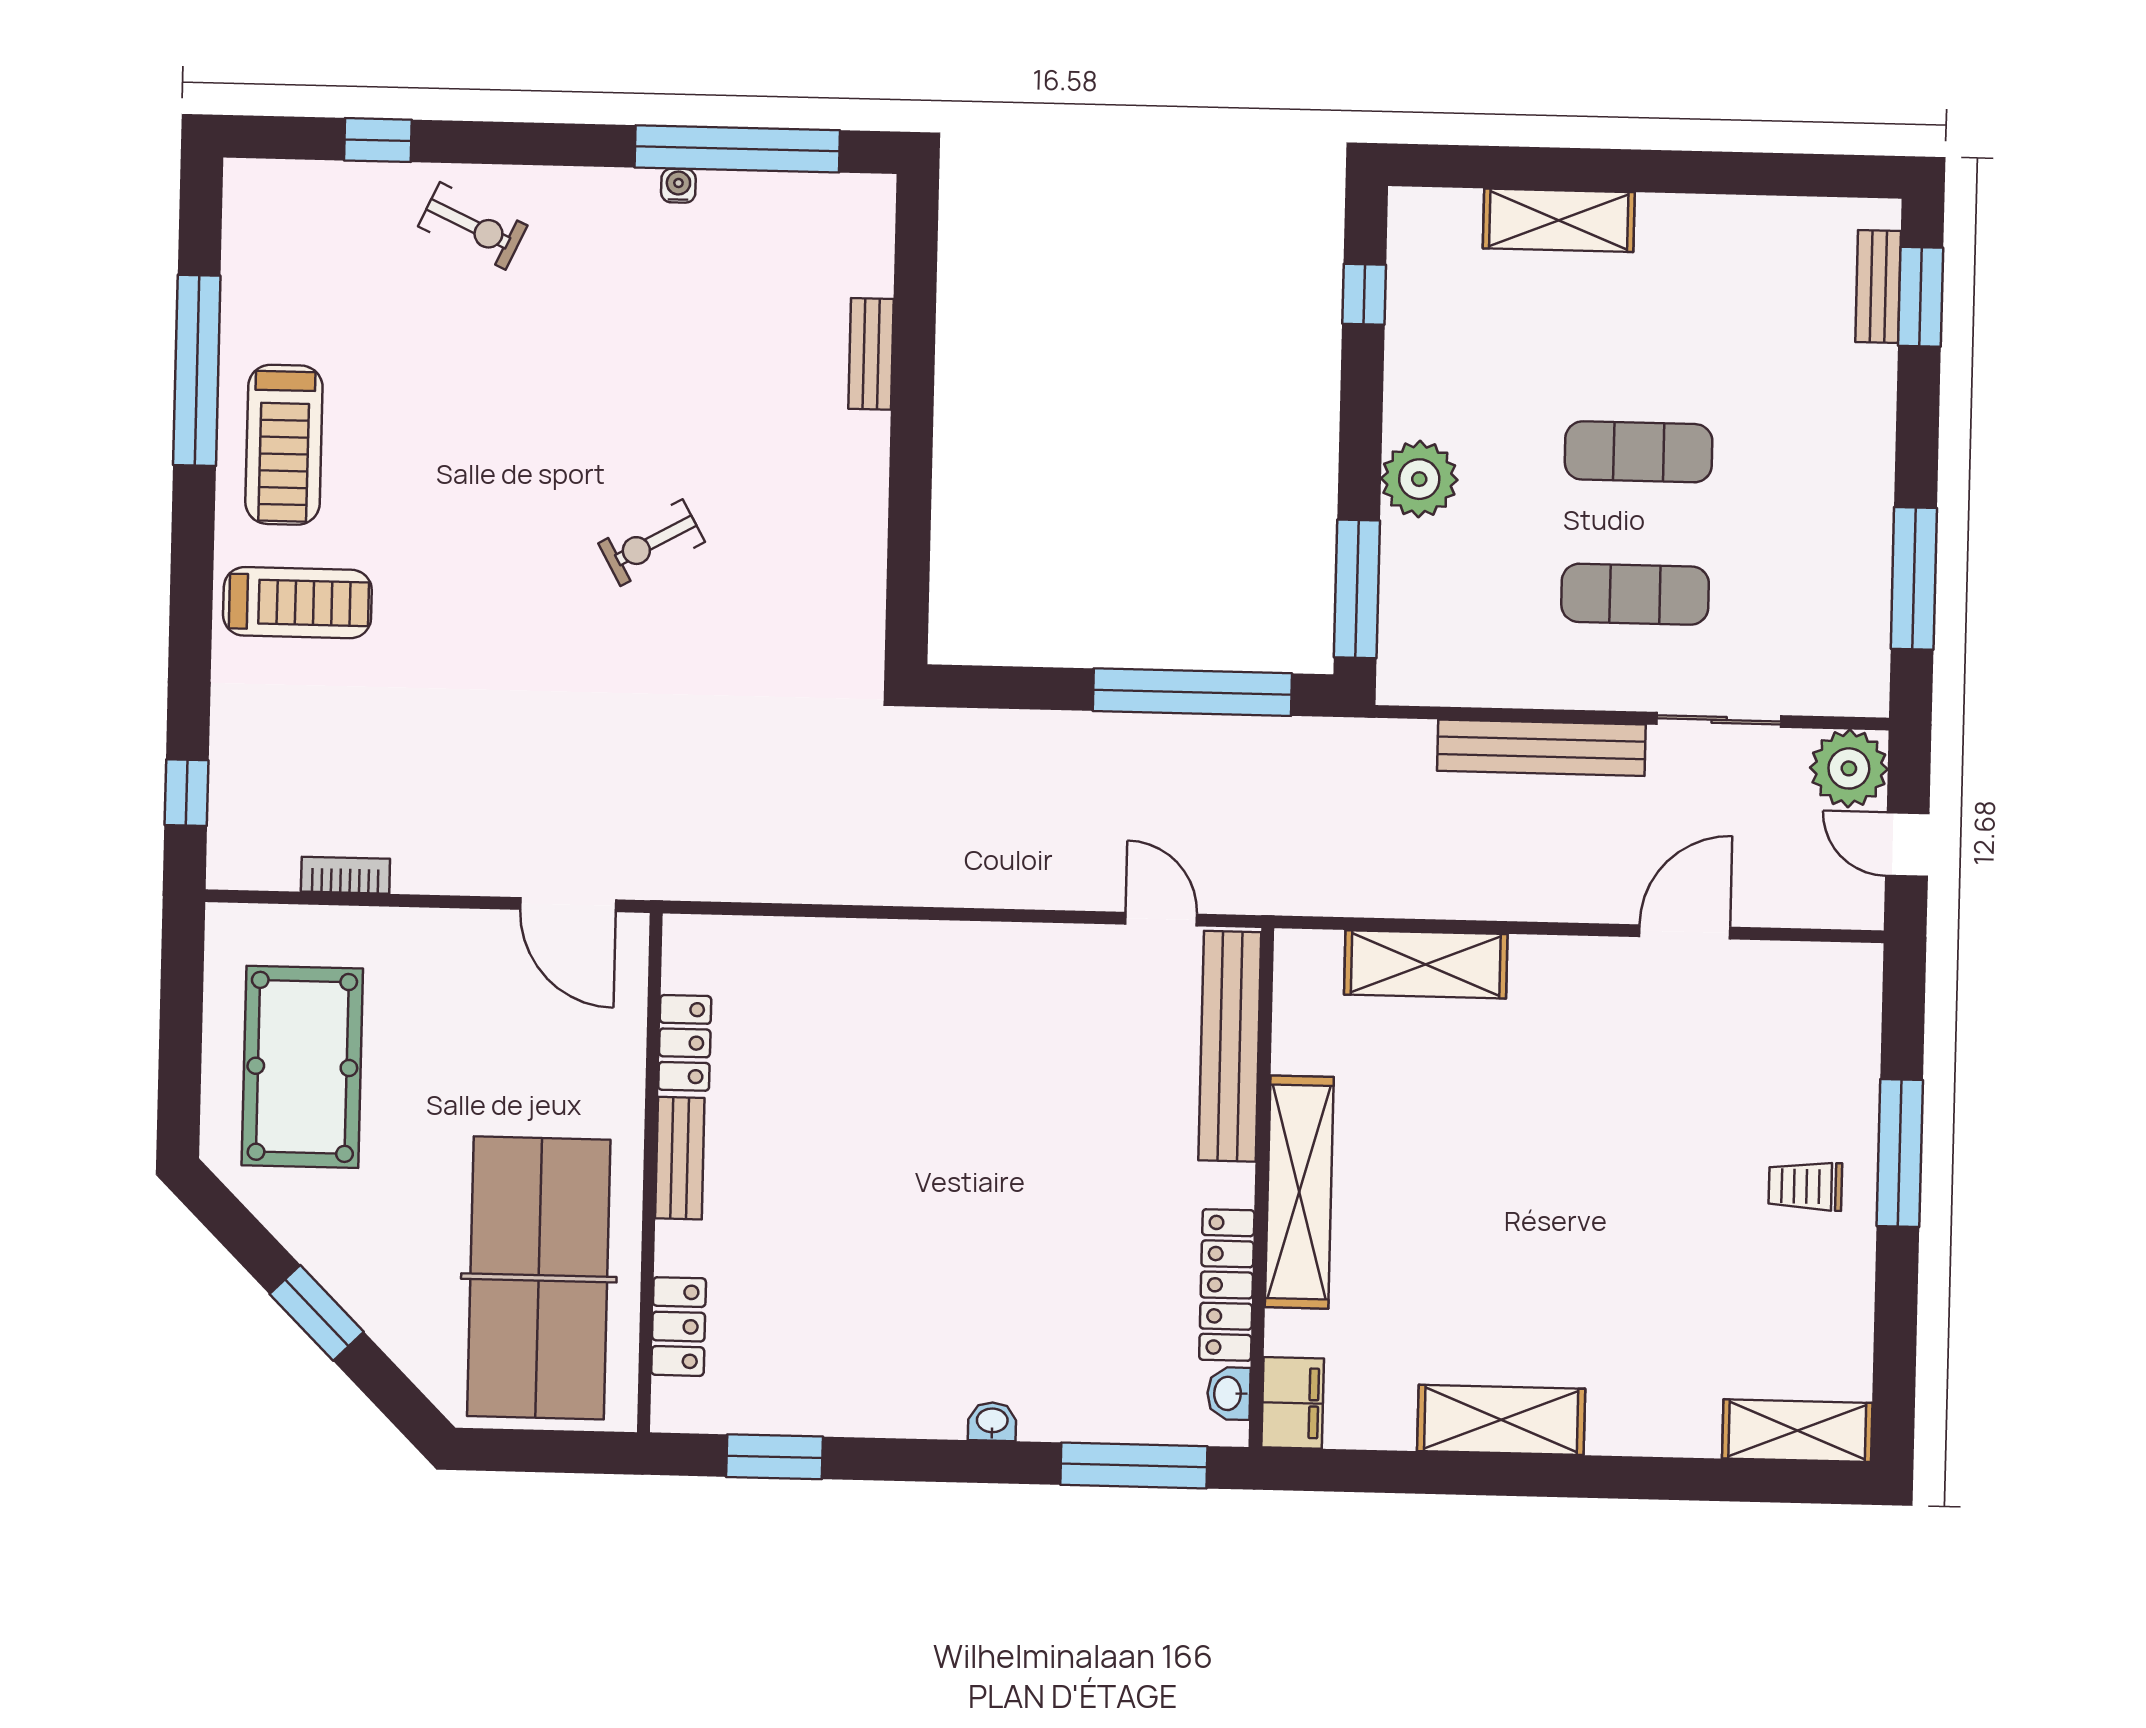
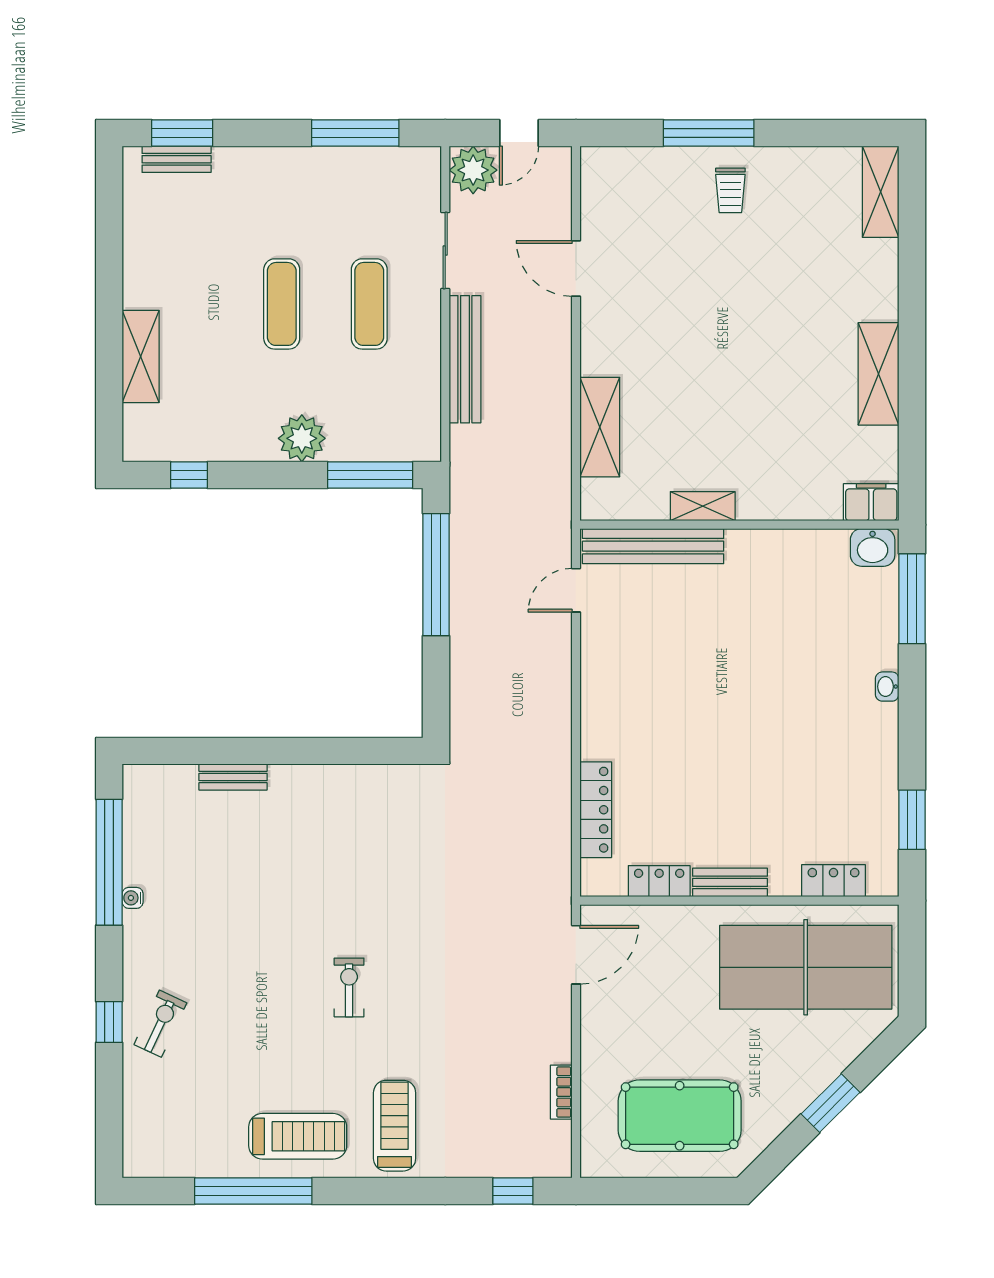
window: (378, 140) -> (109, 1022), moved
exercise bike: (652, 543) -> (349, 987), moved, turned -151
shelving: (1299, 1192) -> (703, 506), width x0.45, depth x0.75
locker: (1227, 1285) -> (596, 810), moved, turned -90
washbasin: (1229, 1393) -> (873, 547), width x1.38, depth x1.45

